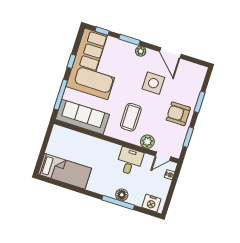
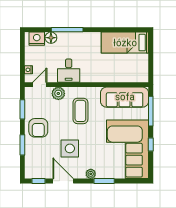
window: (102, 31) -> (39, 181), moved
armchair: (178, 114) -> (38, 128), turned 90
floor lamp: (122, 195) -> (51, 38), moved

